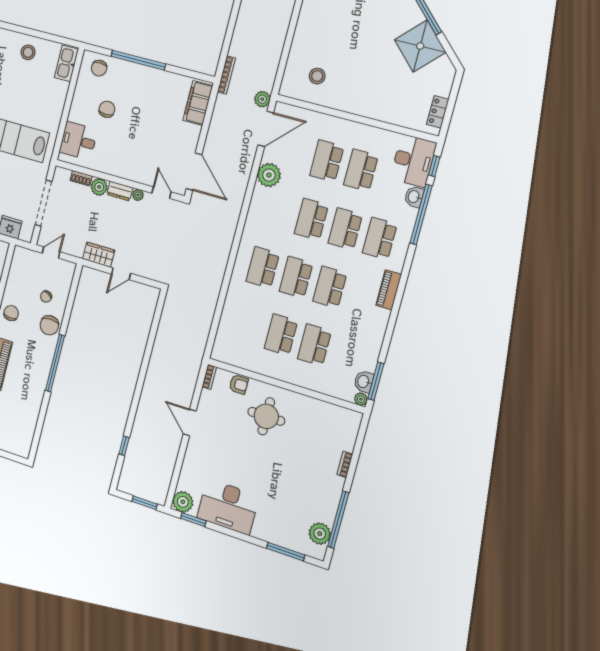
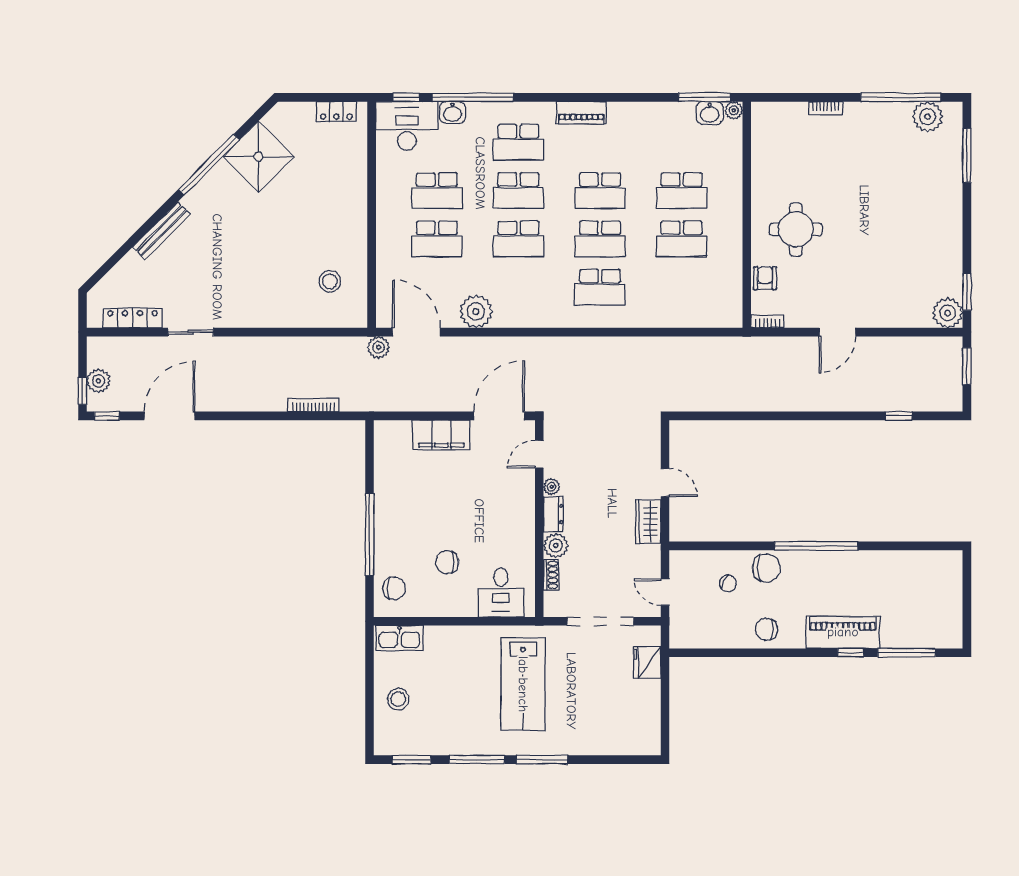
bookcase: (226, 75) -> (313, 405), moved
filing cabinet: (198, 103) -> (441, 435), moved
desk: (228, 507) -> (933, 249), removed

